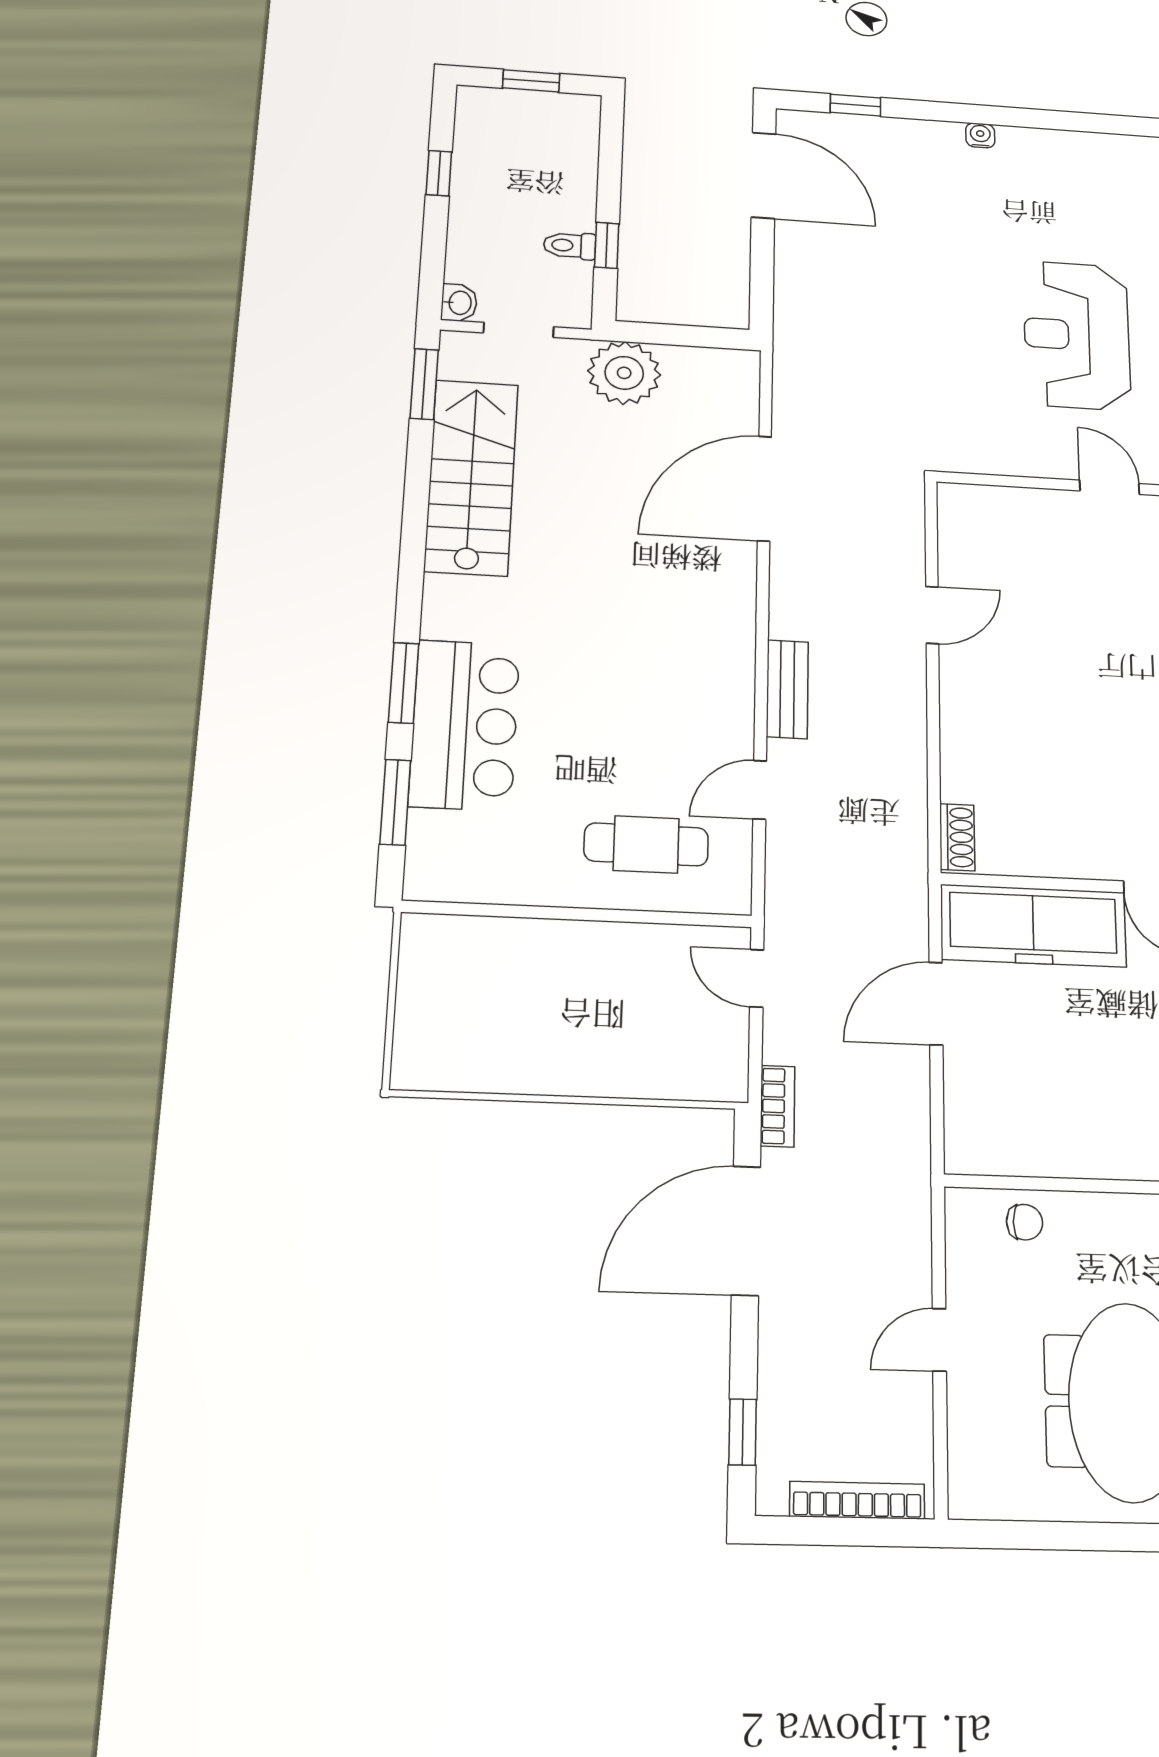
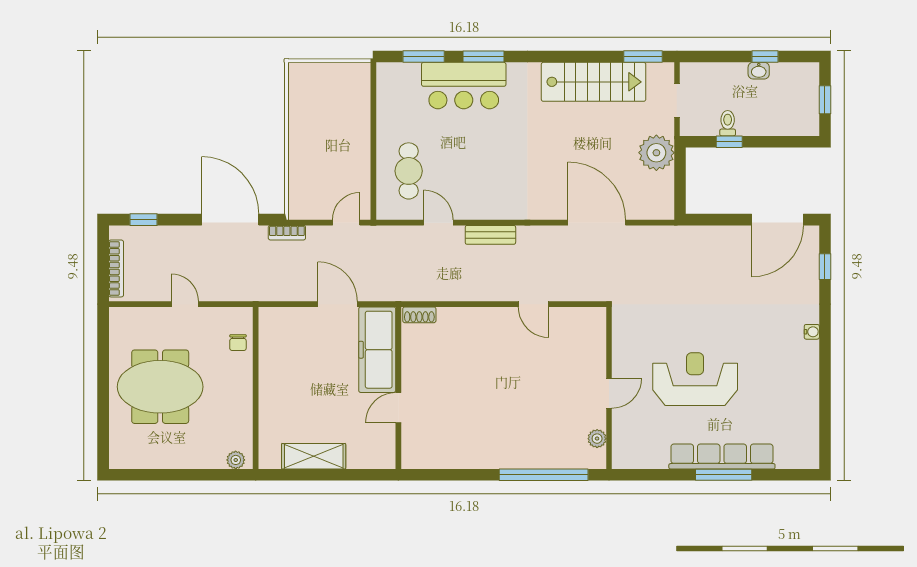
washbasin: (459, 303) -> (759, 71), moved

